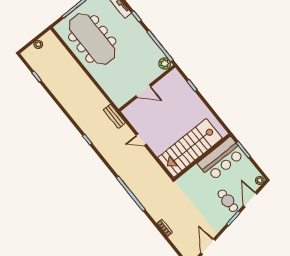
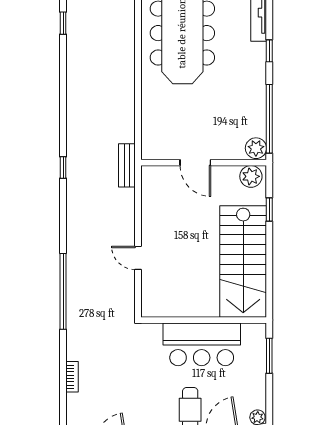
plant: (172, 78) -> (251, 176), added
door: (141, 140) -> (138, 258), moved
stairs: (190, 148) -> (243, 261), moved, turned -90
bar counter: (221, 159) -> (202, 344), moved

